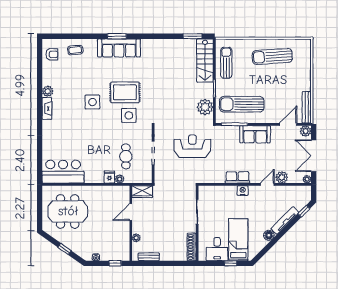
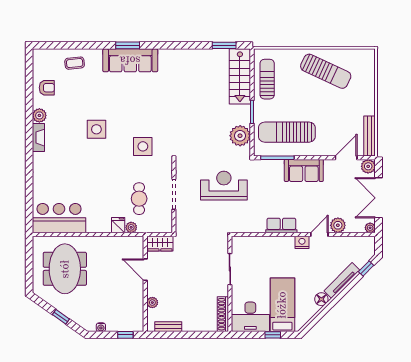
armchair: (52, 54) -> (47, 88), moved
sun lounger: (272, 56) -> (326, 71), turned -151
rug: (125, 92) -> (138, 117), removed
nightstand: (243, 191) -> (302, 242), moved
meeting table: (68, 211) -> (65, 269), turned 90
door: (131, 212) -> (145, 270), hinge flipped
desk: (217, 249) -> (250, 317), width x1.37

